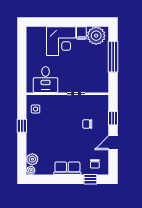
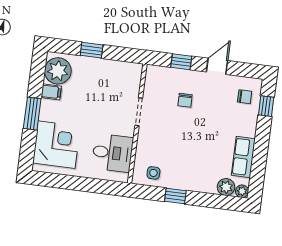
window: (65, 22) -> (32, 114), added
corner desk: (61, 41) -> (56, 145), moved
window: (113, 57) -> (92, 50), width x0.46
door: (113, 143) -> (217, 66), swing flipped
row of seats: (67, 168) -> (243, 157), moved

